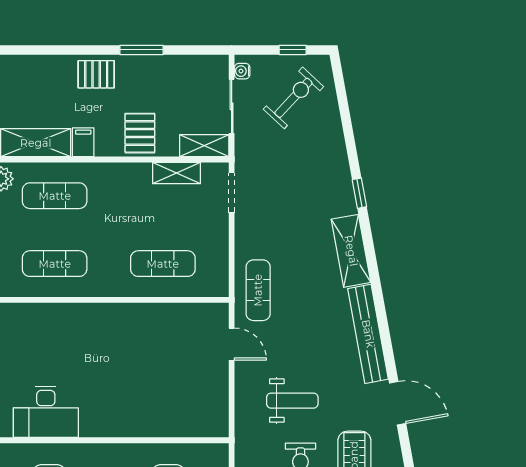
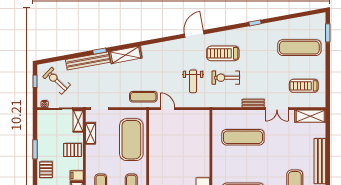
exercise mat: (163, 264) -> (131, 140), width x2.00, depth x1.45
bench: (368, 334) -> (88, 61), moved
door: (232, 344) -> (168, 109), hinge flipped
weight bench: (292, 401) -> (193, 81), turned 180

